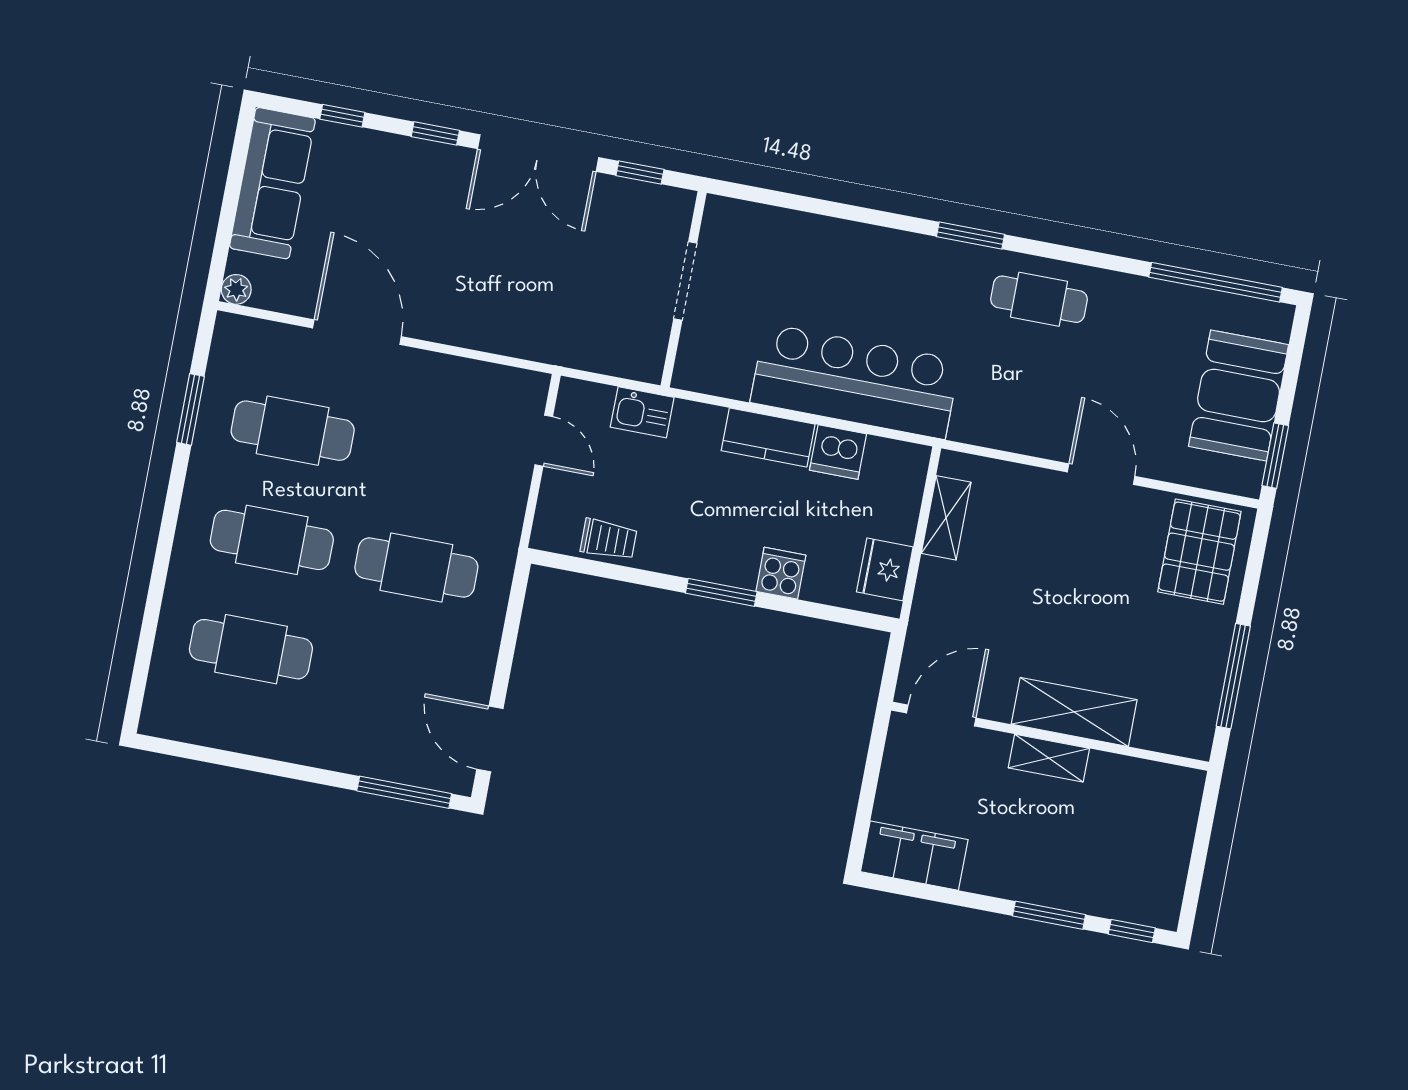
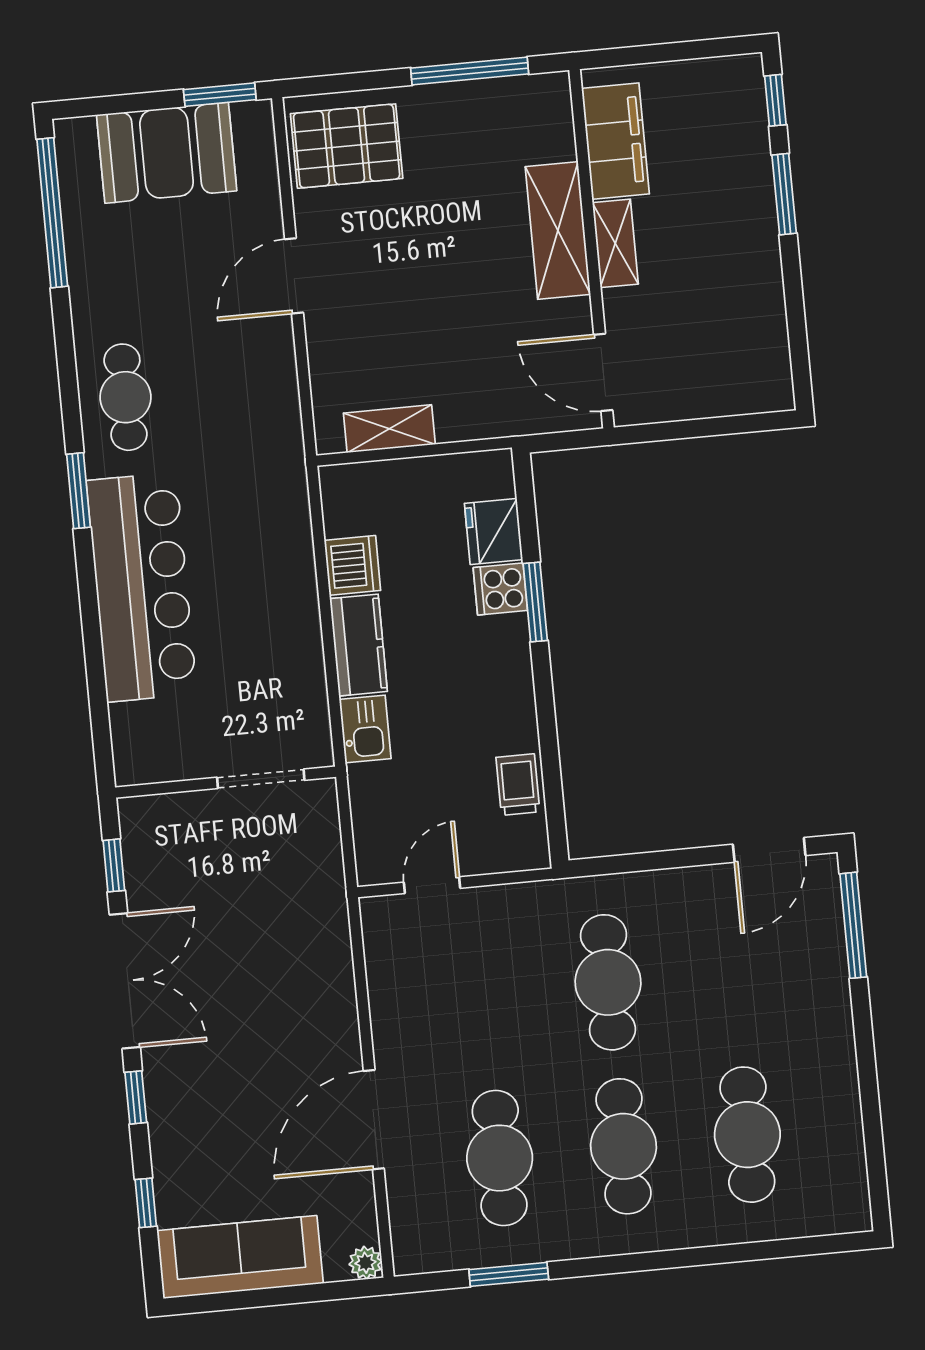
doorway: (685, 281) -> (261, 779), moved
bar counter: (855, 381) -> (142, 587), moved, turned 180
kitchen sink: (642, 412) -> (365, 729), moved
fridge: (885, 569) -> (494, 531), moved, turned 90
window: (721, 592) -> (535, 602), moved
filing cabinet: (914, 856) -> (615, 141), moved, turned 180

